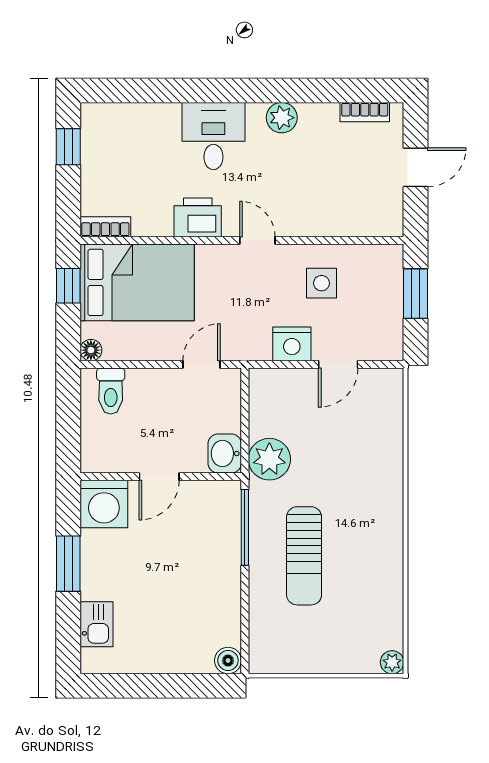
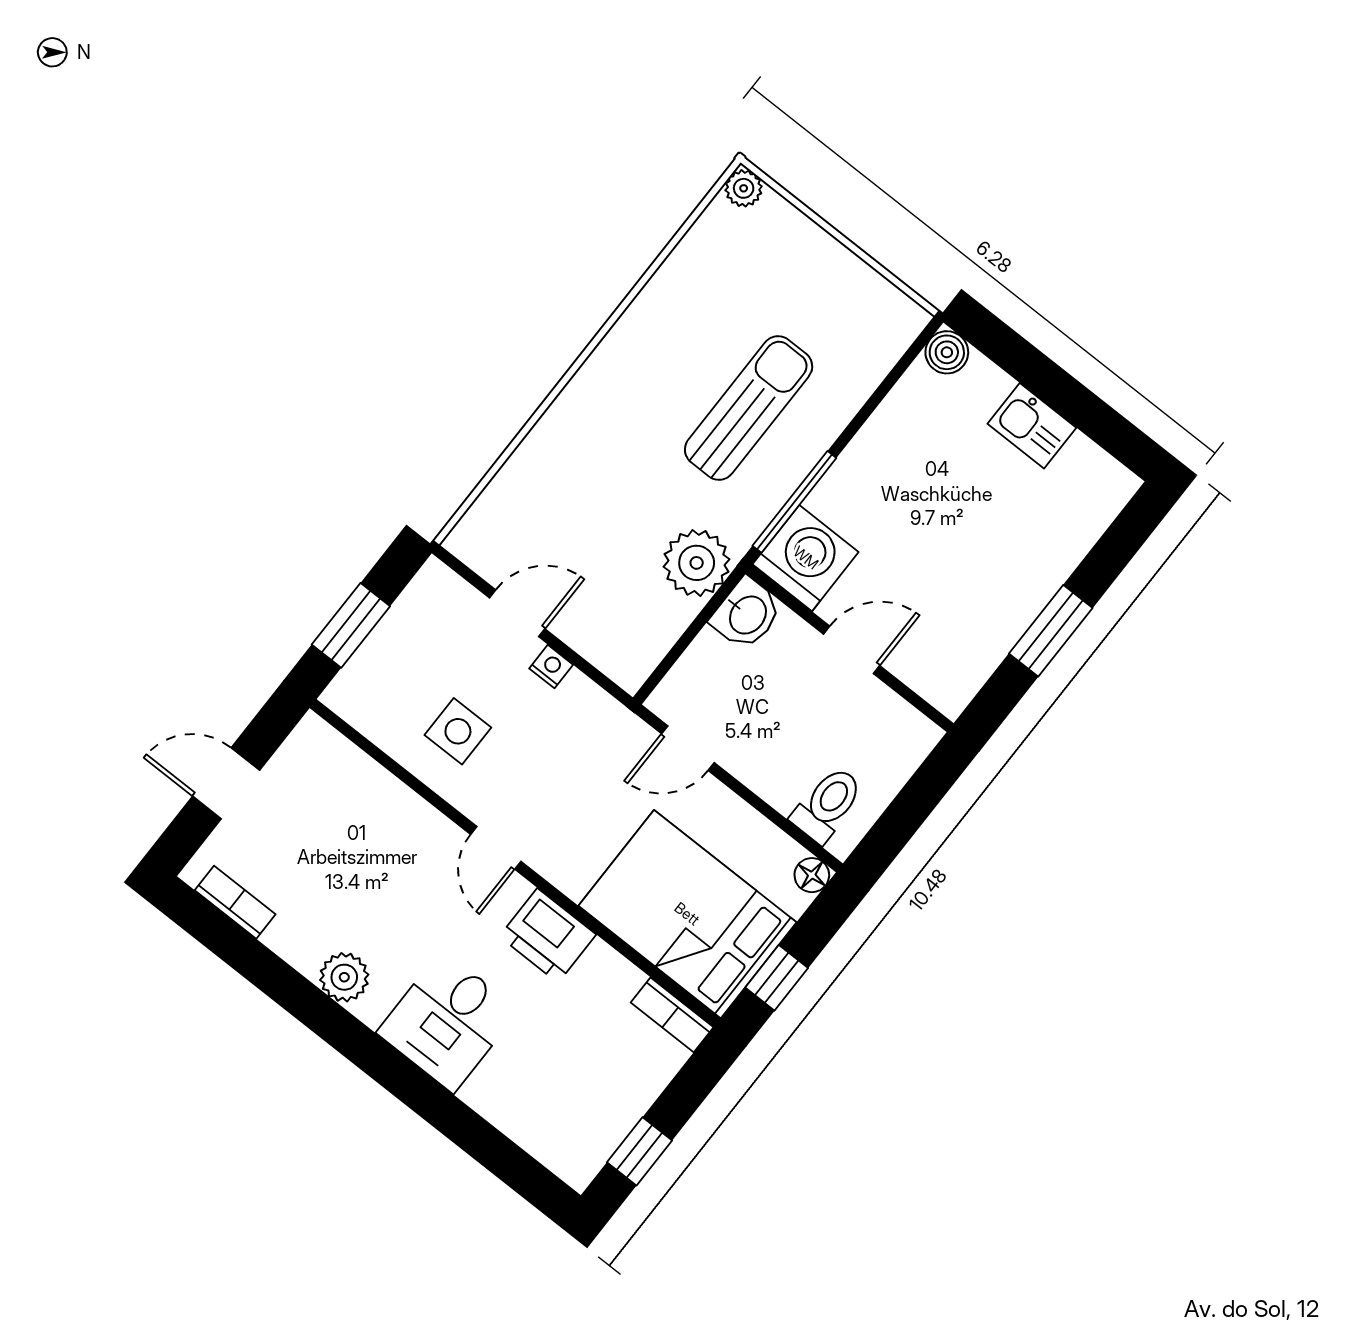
nightstand: (292, 344) -> (551, 667), width x0.53, depth x0.56
washing machine: (104, 504) -> (806, 558), moved
kitchen sink: (97, 624) -> (1032, 426), moved, turned -90

